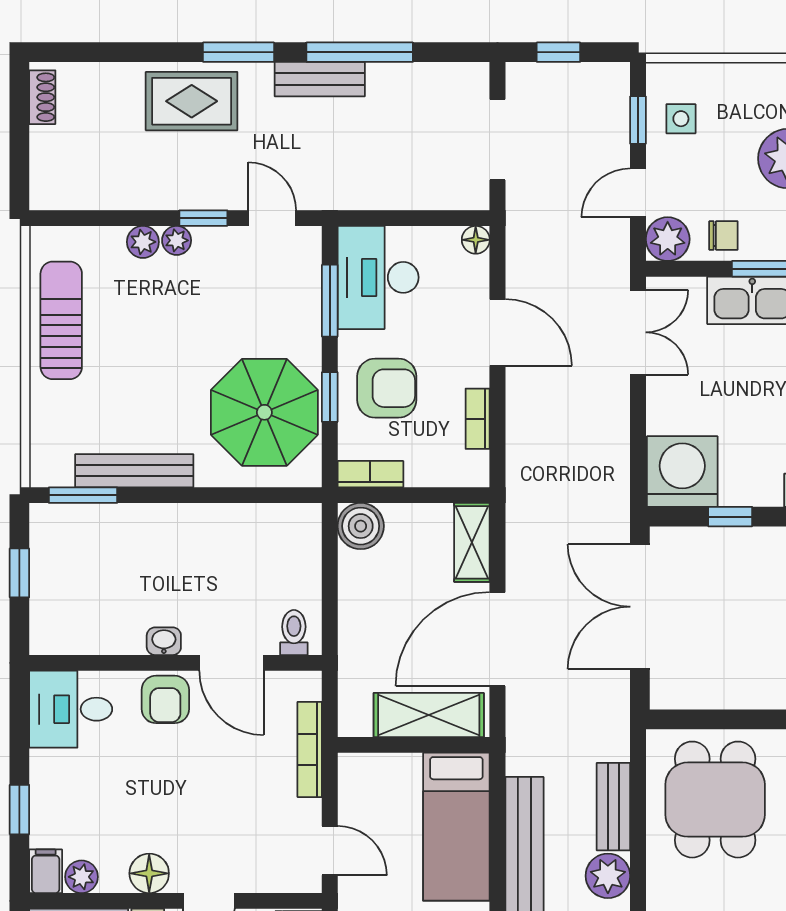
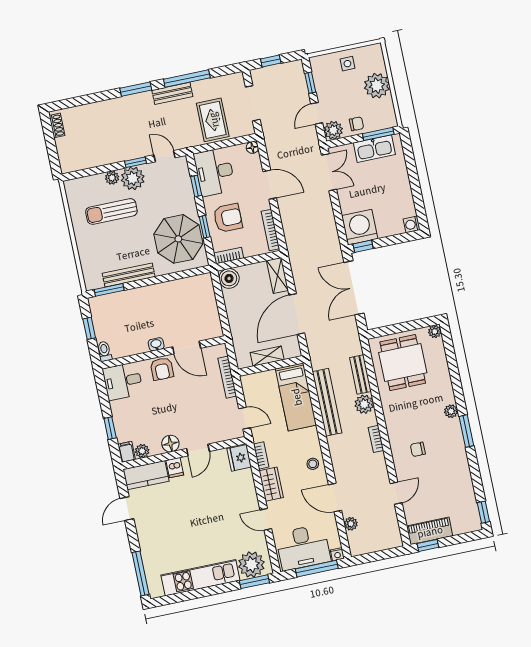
rug: (192, 101) -> (213, 120), moved, turned 90
side table: (681, 119) -> (347, 64), moved
plant: (177, 240) -> (133, 178), width x1.87, depth x1.87
window: (330, 301) -> (196, 186), width x0.67
sun lounger: (61, 320) -> (111, 211), moved, turned -90
bookcase: (478, 419) -> (270, 230), width x1.56
window: (730, 517) -> (363, 246), moved
toilet: (294, 633) -> (104, 351), moved
shelving: (429, 715) -> (267, 356), width x0.67, depth x0.75

